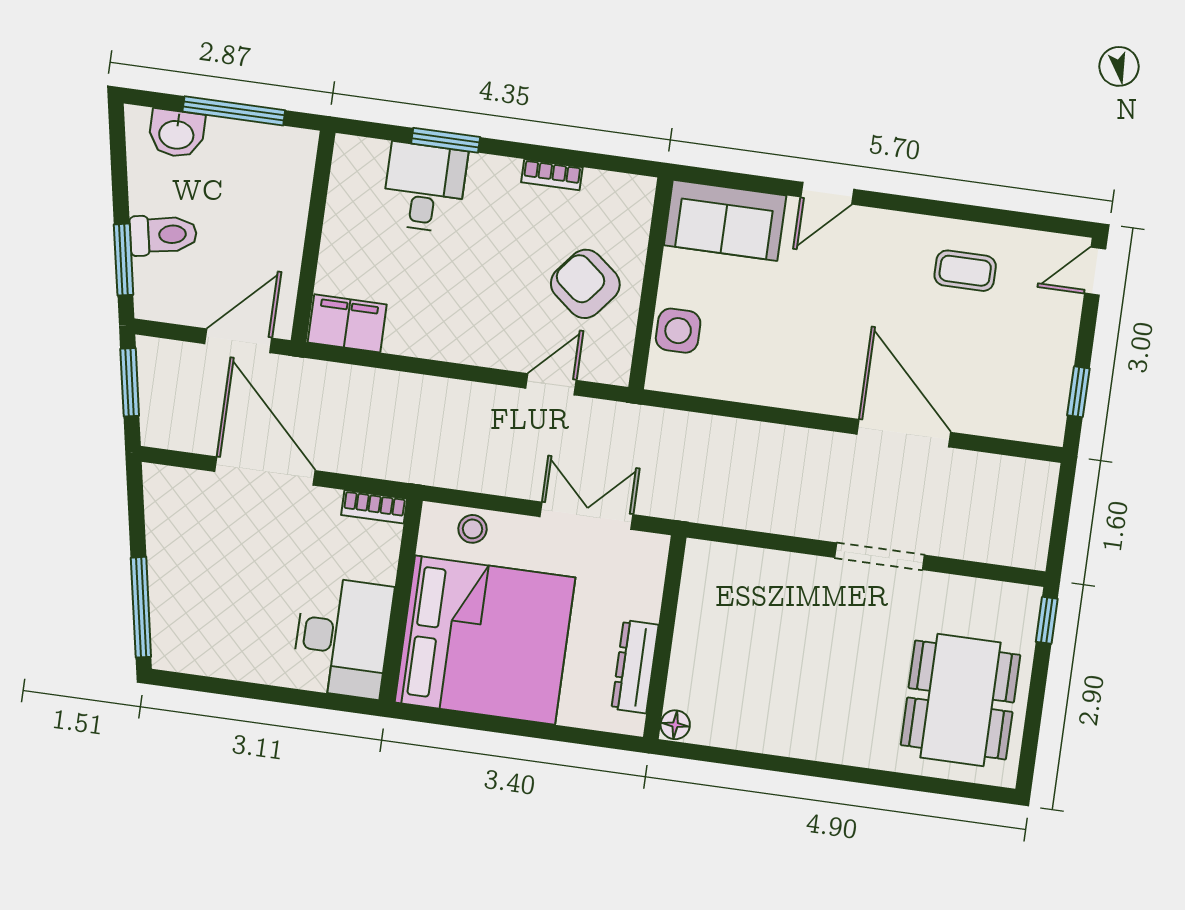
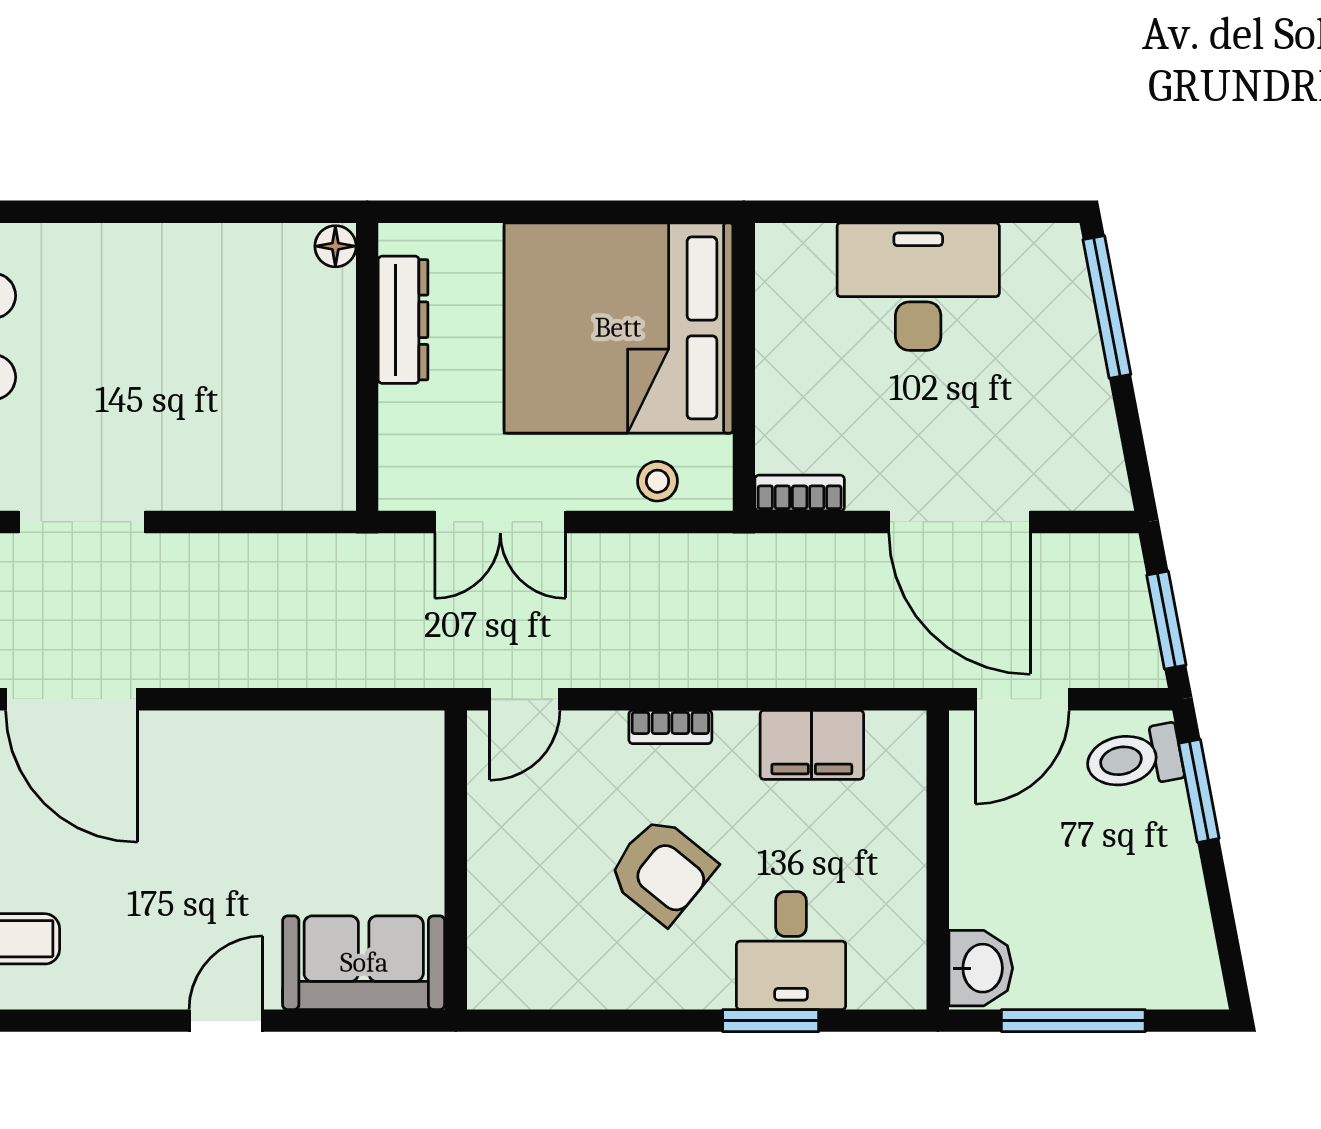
washbasin: (176, 134) -> (981, 968), moved, turned 90
bookcase: (552, 175) -> (670, 727), moved, turned 180
toilet: (163, 235) -> (1134, 758), moved
armchair: (585, 284) -> (662, 870), moved
filing cabinet: (347, 323) -> (812, 745), moved
side table: (678, 331) -> (408, 799), removed
door: (551, 384) -> (525, 699), moved
desk: (342, 637) -> (918, 287), moved, turned 90

